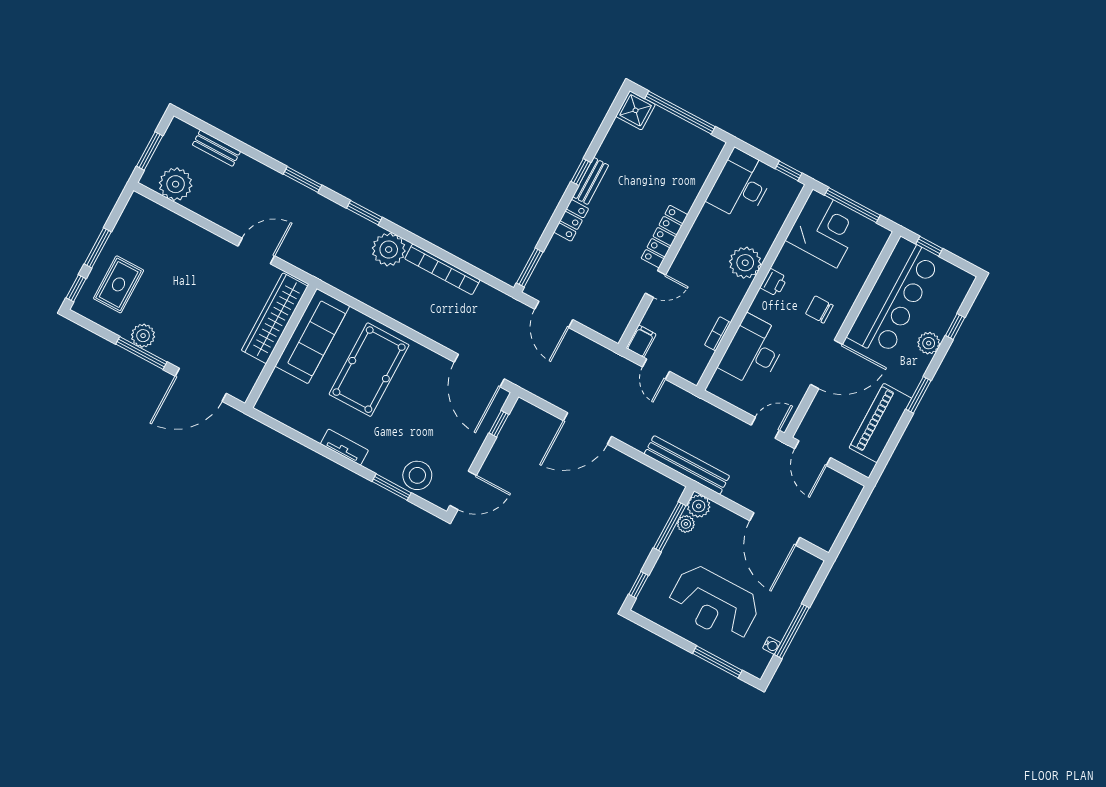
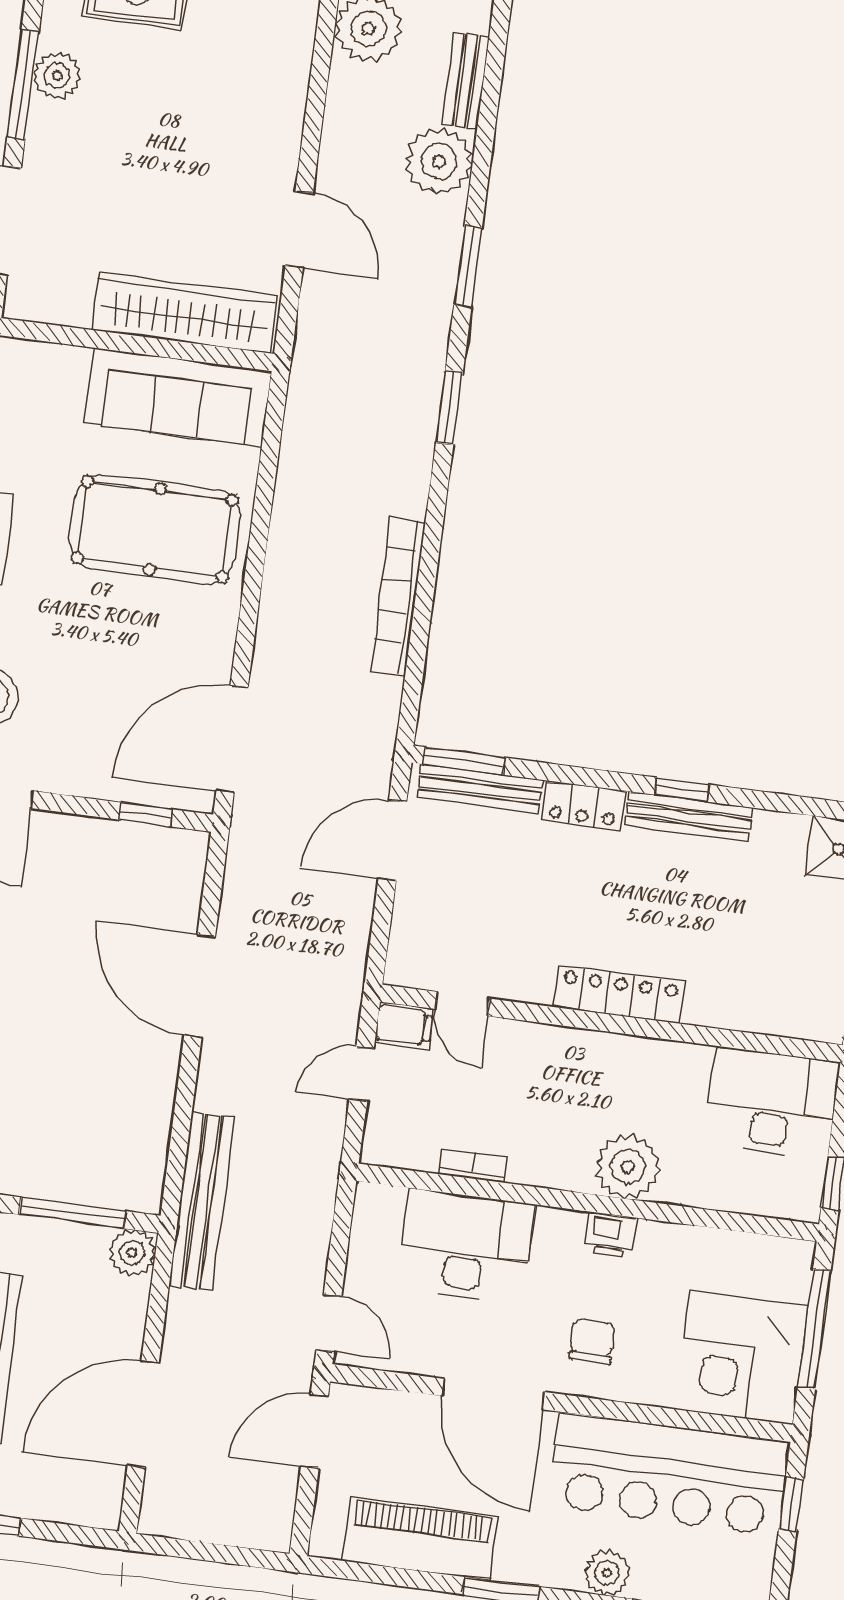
bench: (591, 181) -> (689, 817), width x1.36
corner desk: (825, 228) -> (741, 1358), moved, turned 90
plant: (389, 250) -> (439, 161), moved
bench: (545, 265) -> (480, 789), added
door: (656, 284) -> (462, 1004), moved
plant: (686, 524) -> (89, 1241), removed

